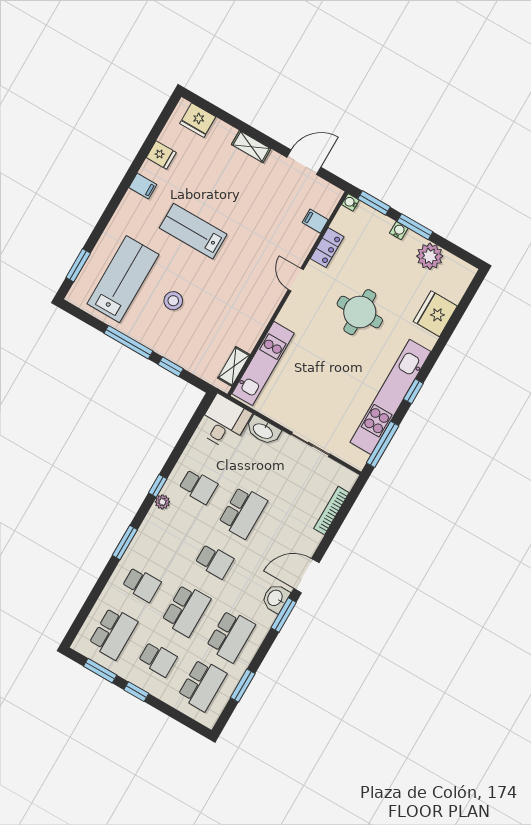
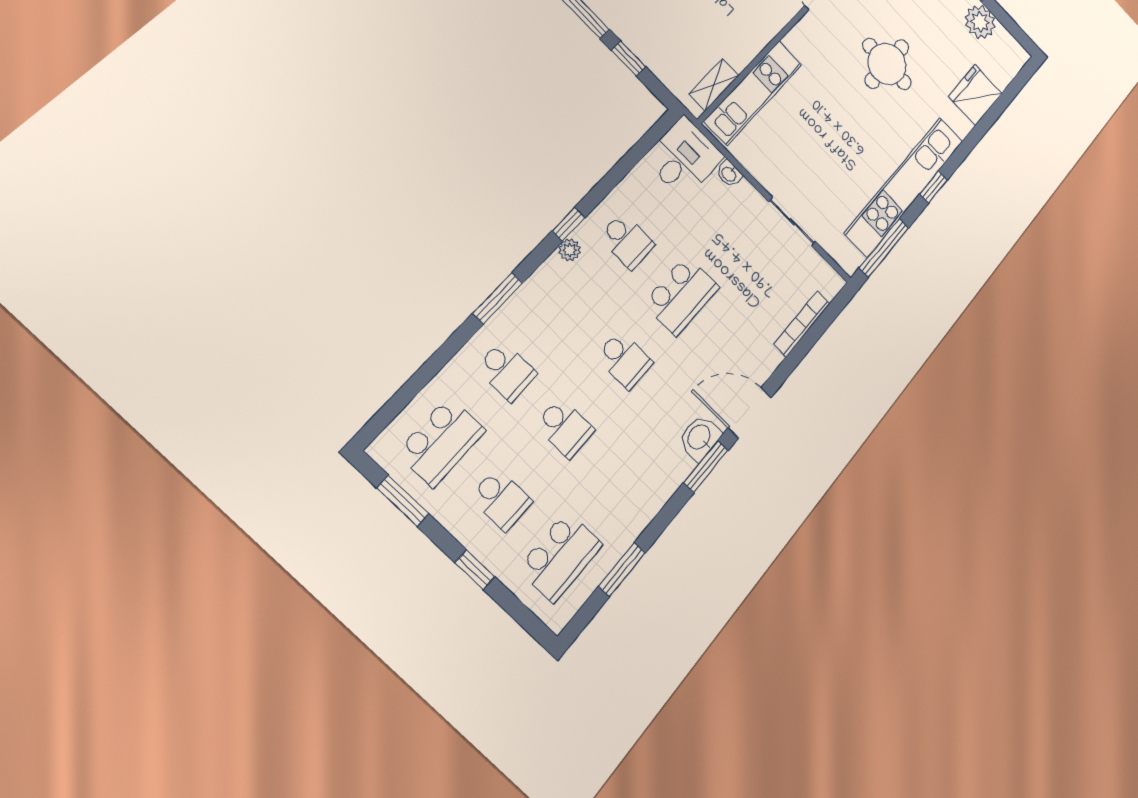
washbasin: (263, 431) -> (729, 174), width x0.52, depth x0.69
school desk: (186, 610) -> (565, 428), width x0.54
school desk: (231, 636) -> (622, 484), removed
window: (136, 692) -> (475, 570), moved

